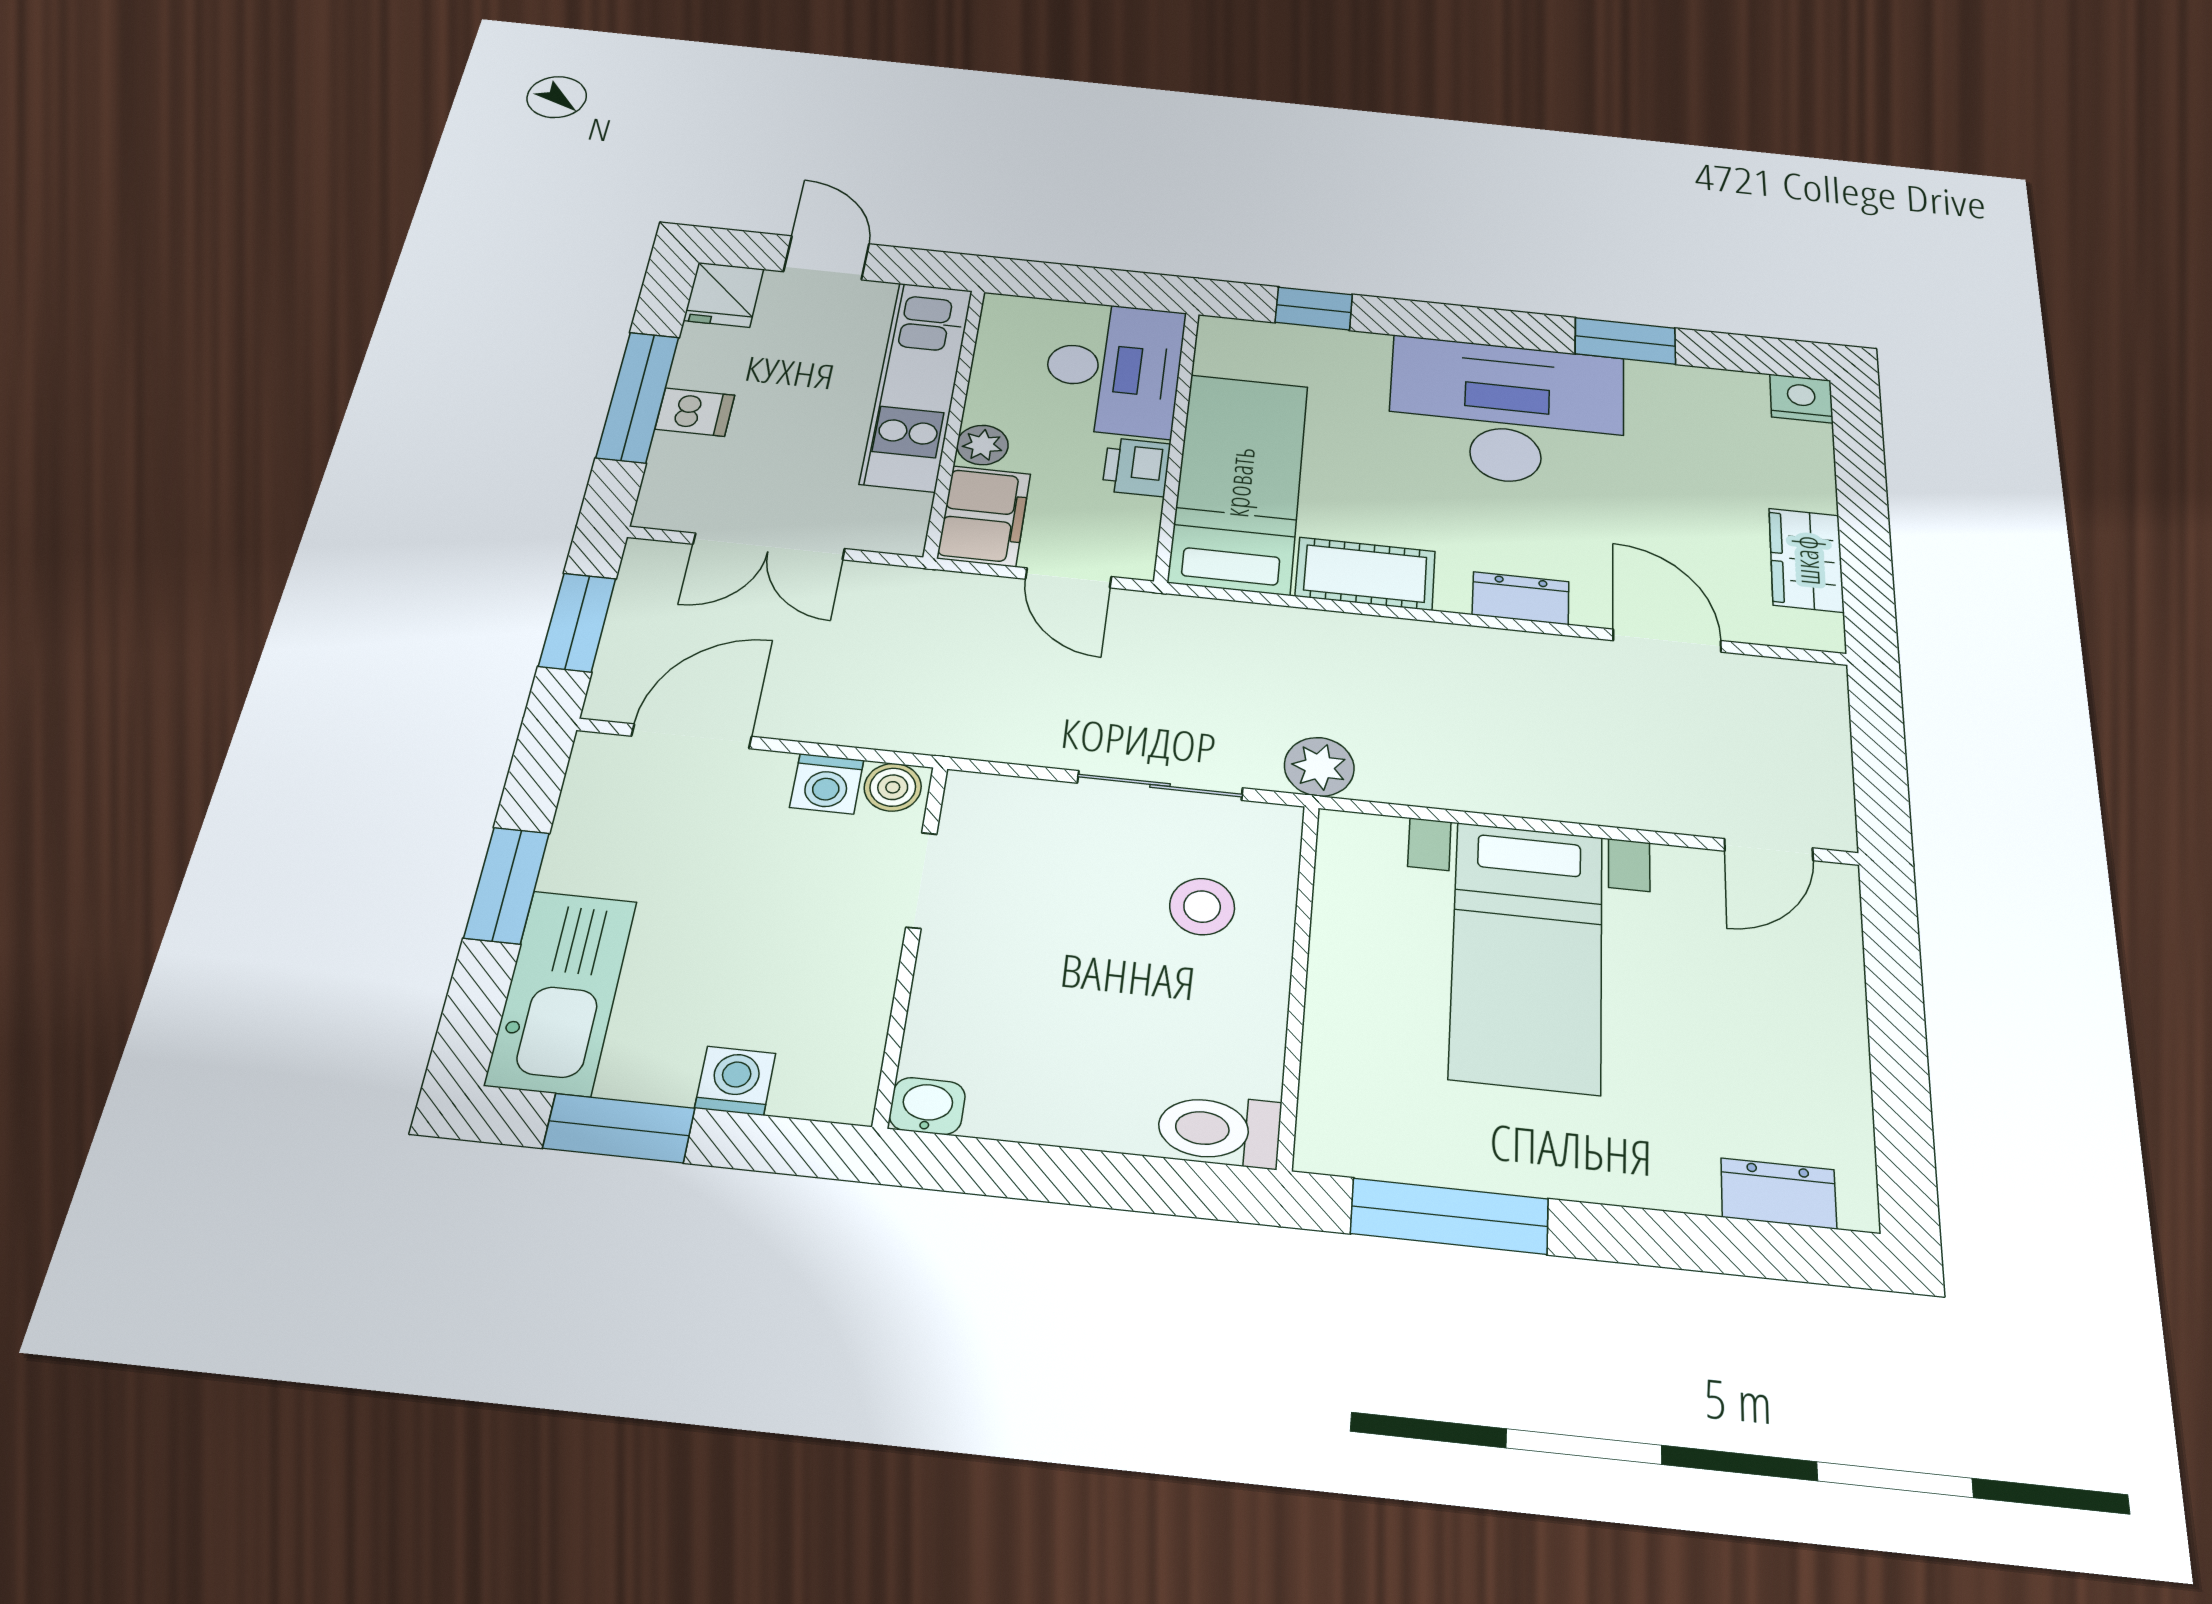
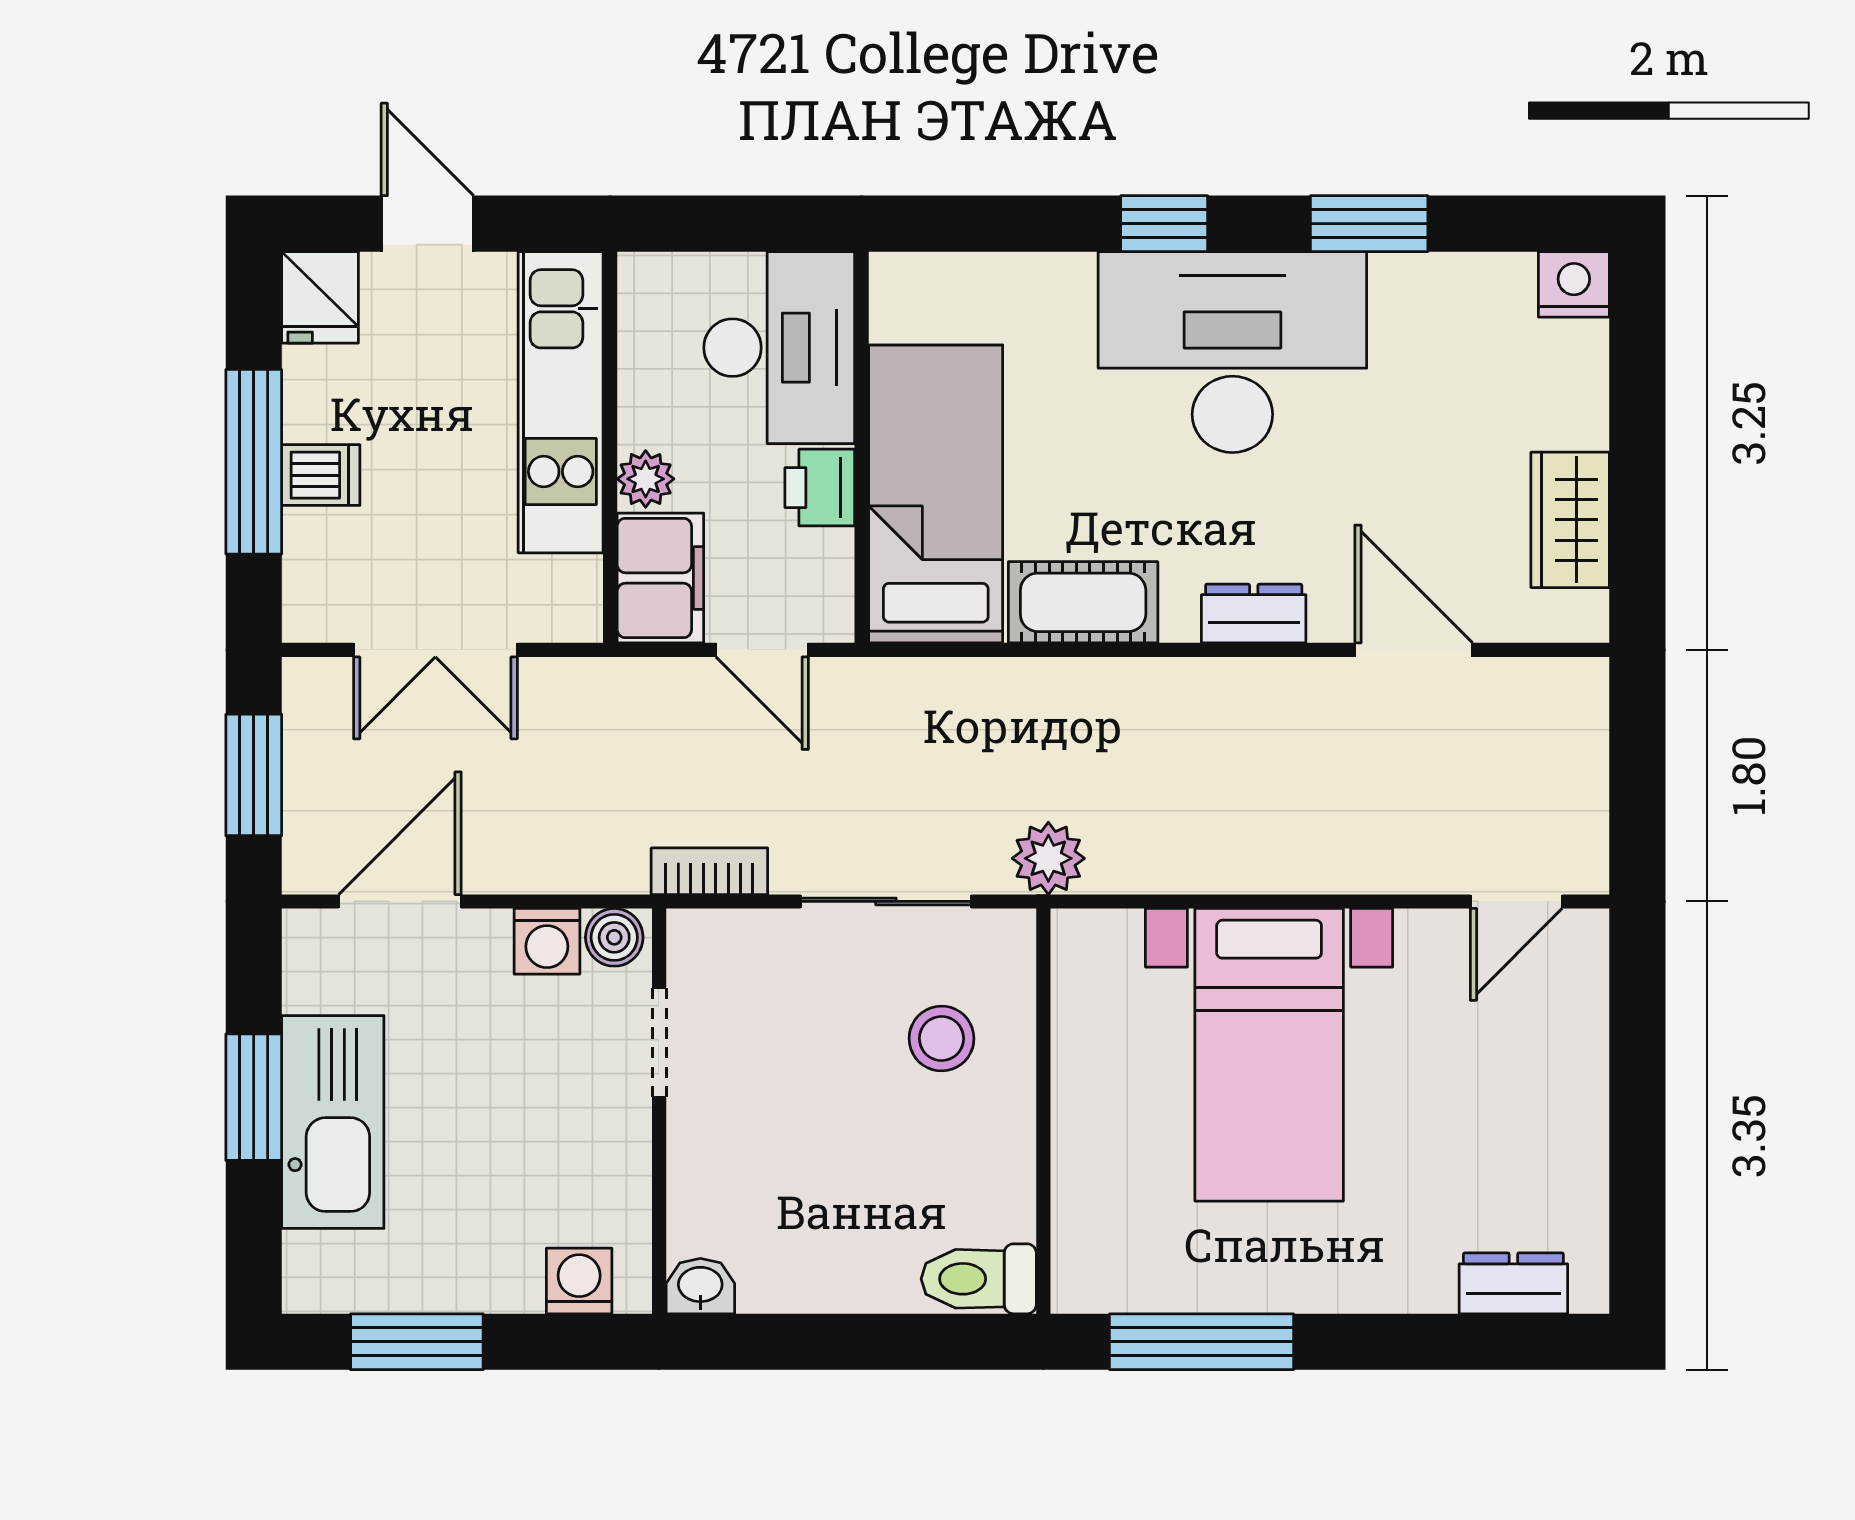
window: (1314, 308) -> (1164, 224), moved
bookcase: (994, 743) -> (709, 871), added
kitchen sink: (562, 992) -> (333, 1122), moved
washing machine: (735, 1081) -> (579, 1281), moved

